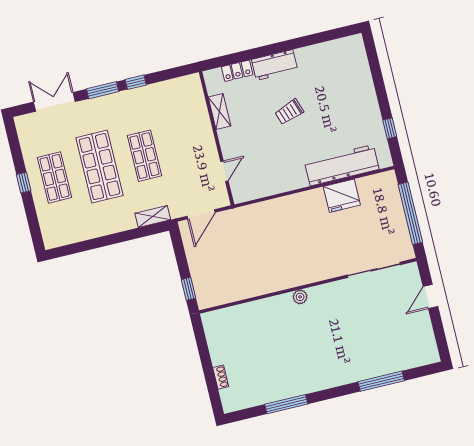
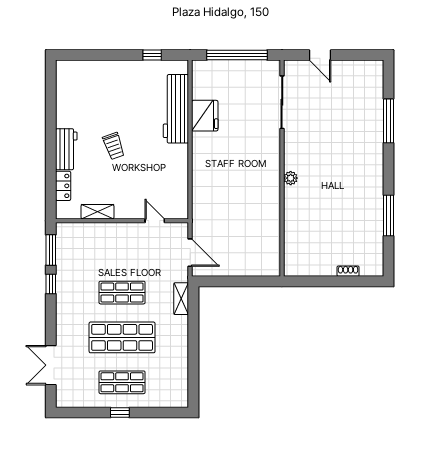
window: (103, 90) -> (51, 250), moved
window: (189, 289) -> (258, 281), removed

